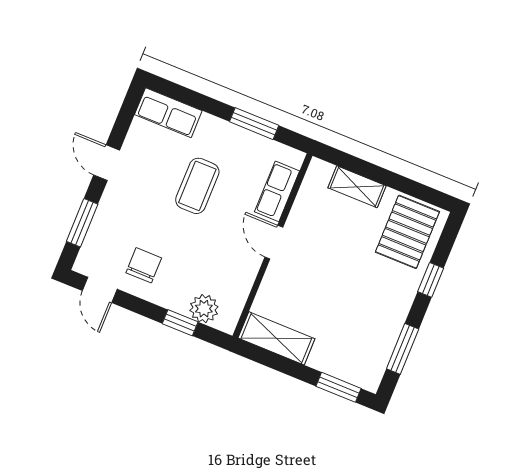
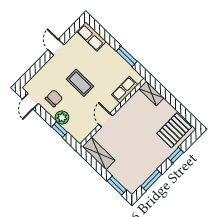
coffee table: (197, 186) -> (80, 83), moved, turned 90
shelving: (357, 187) -> (151, 93), moved
window: (82, 223) -> (35, 69), removed
door: (274, 242) -> (106, 120), moved
plant: (204, 309) -> (62, 118), moved

